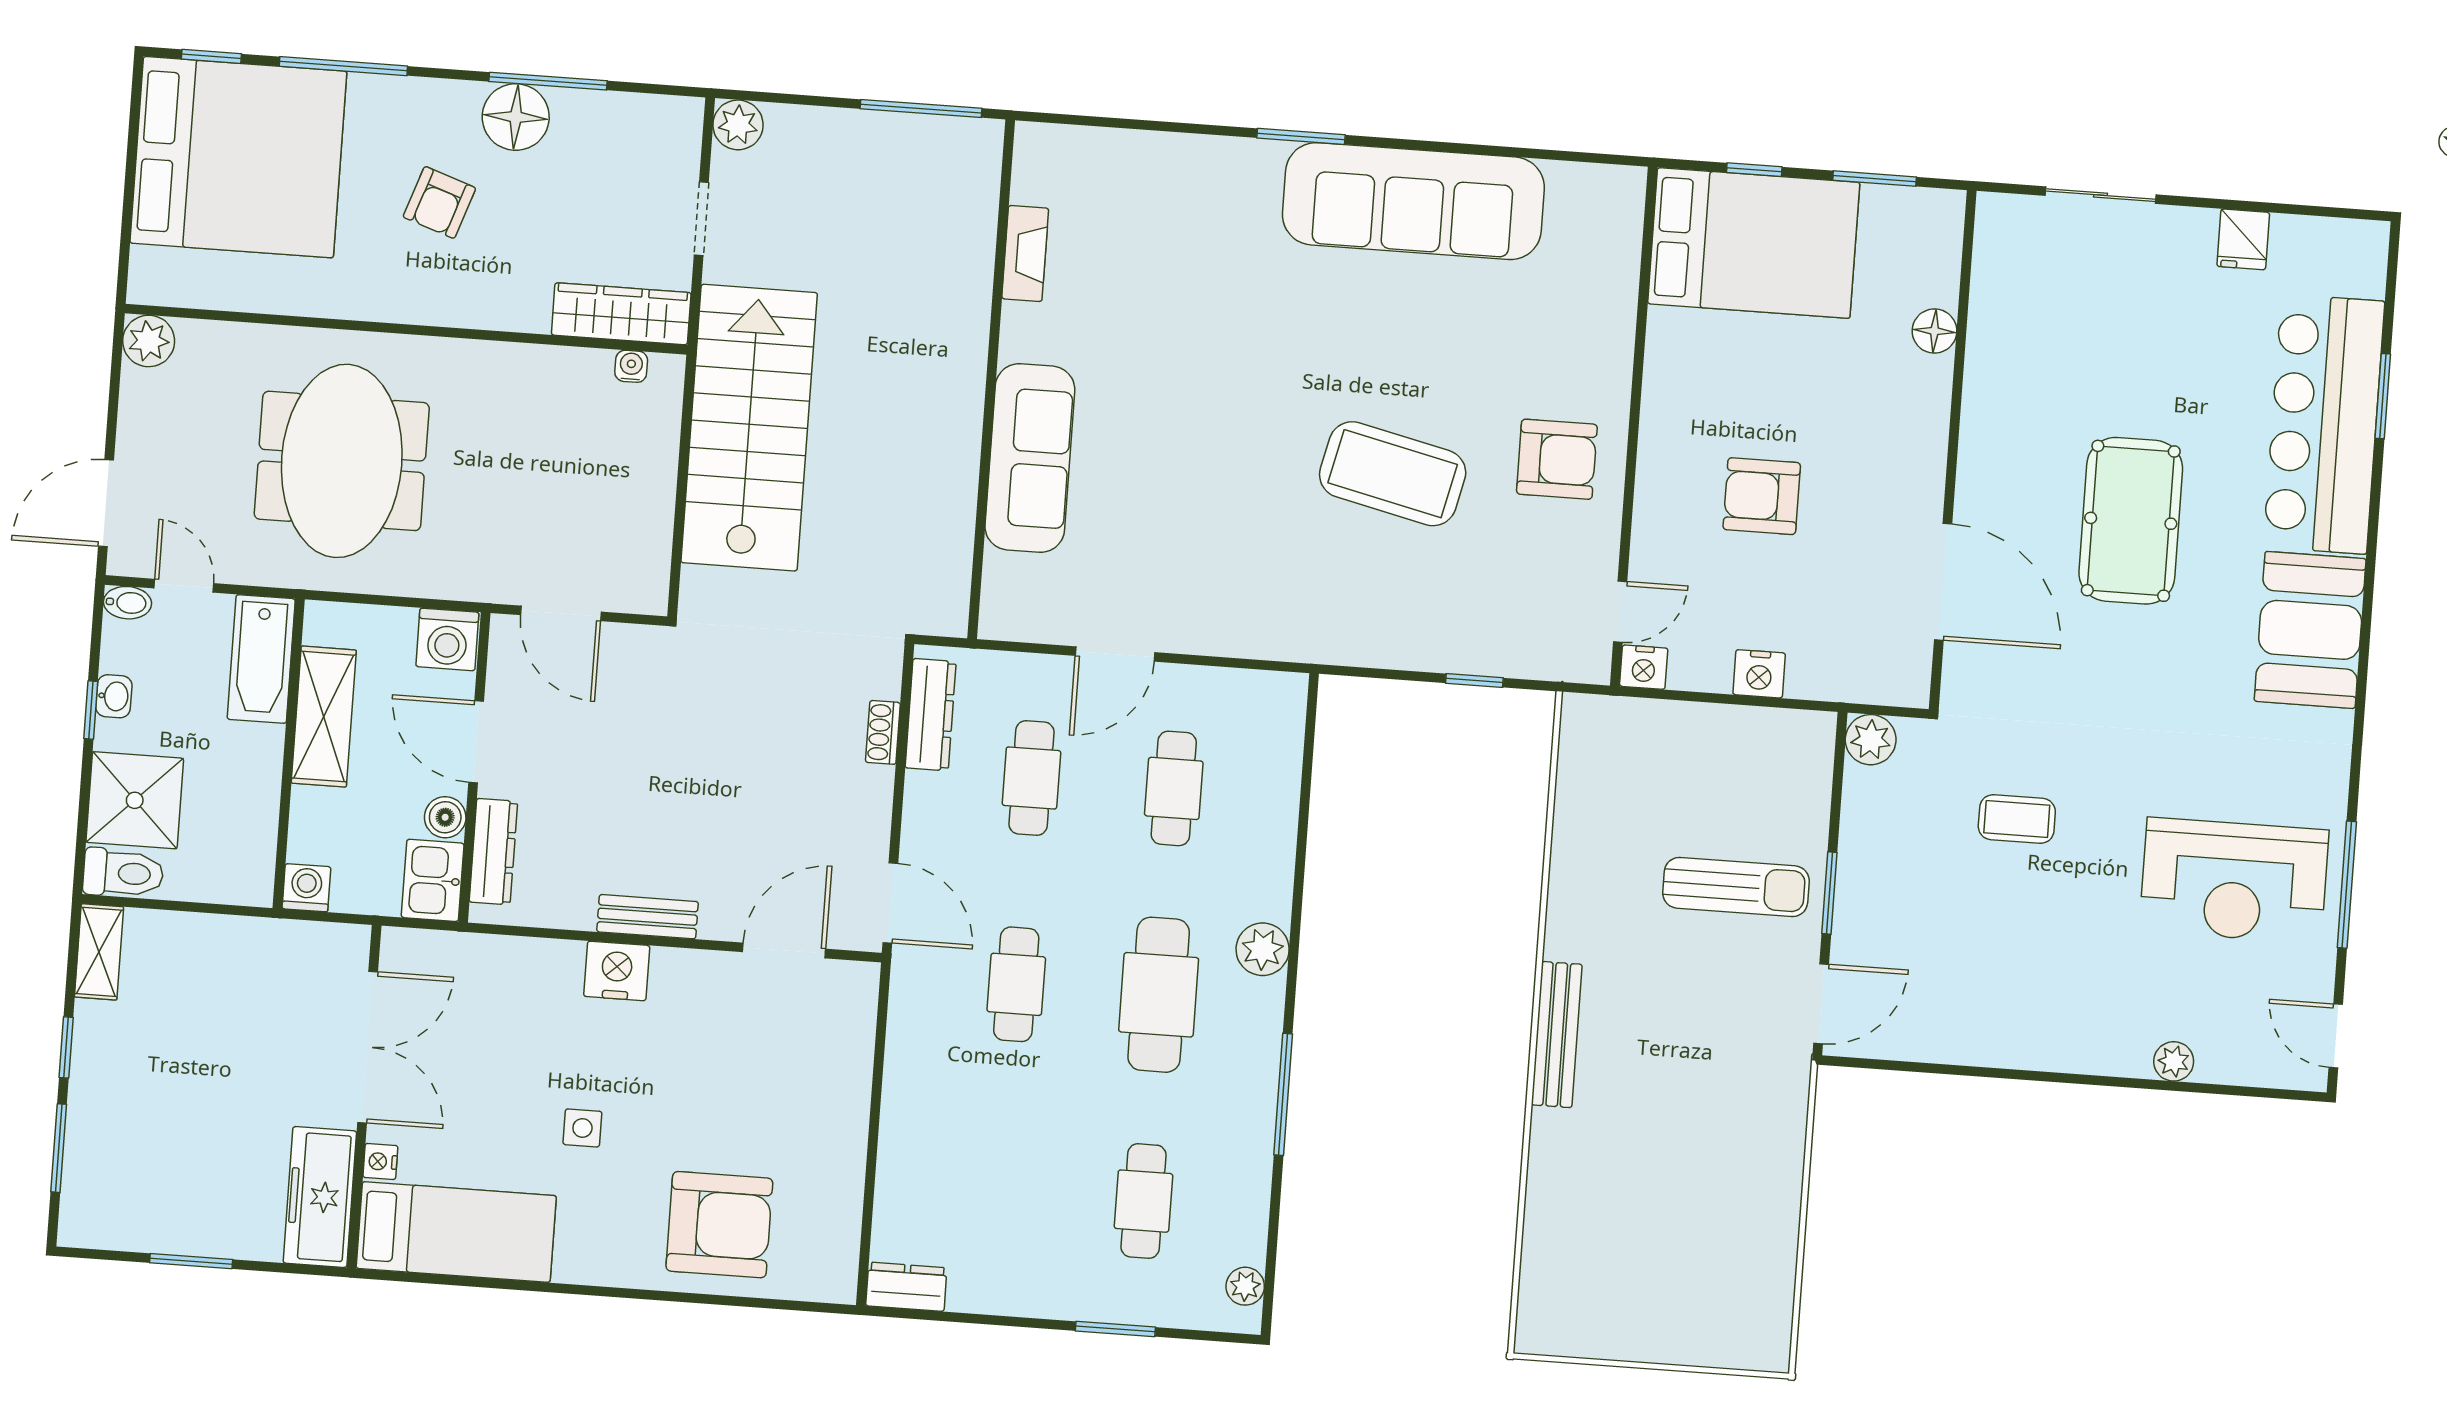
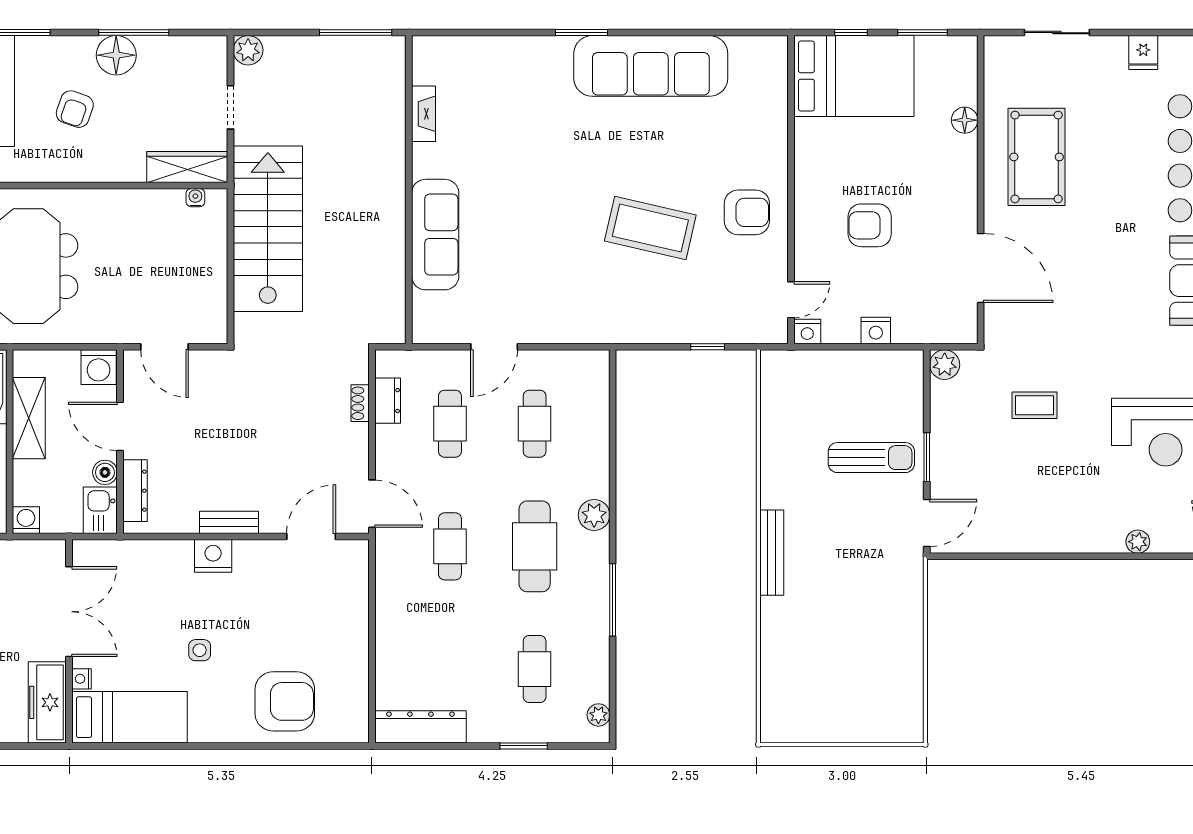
pool table: (2131, 521) -> (1037, 157), moved
dresser: (931, 715) -> (388, 401), width x0.70
dresser: (906, 1287) -> (420, 727), width x1.96, depth x1.24

